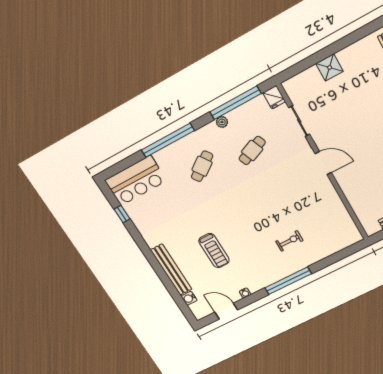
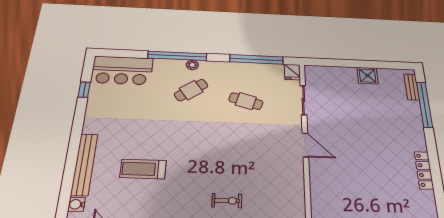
shower: (330, 67) -> (368, 76), moved
plant: (222, 122) -> (192, 65), moved
cafe table: (252, 150) -> (246, 101), turned 38
treadmill: (214, 251) -> (143, 169), turned 90

